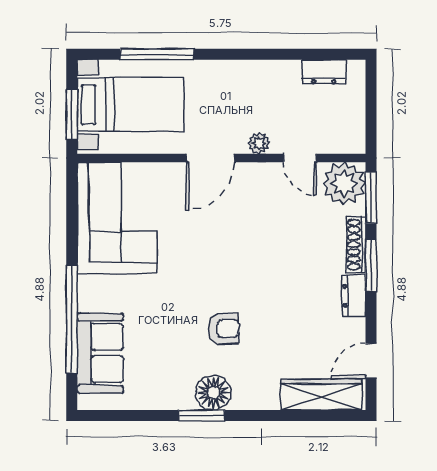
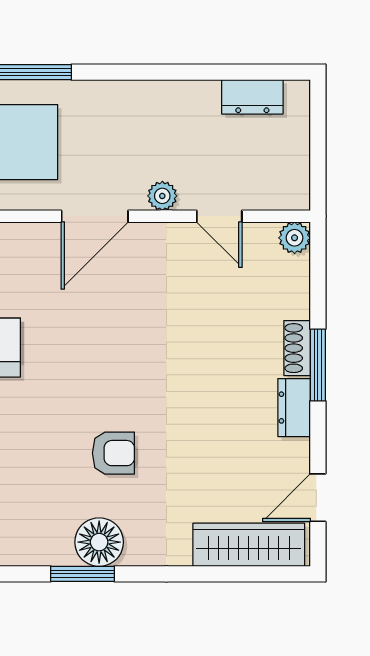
plant: (344, 184) -> (295, 238), width x0.53, depth x0.53
window: (371, 198) -> (318, 271), removed
shoe rack: (356, 244) -> (297, 348), width x0.70

